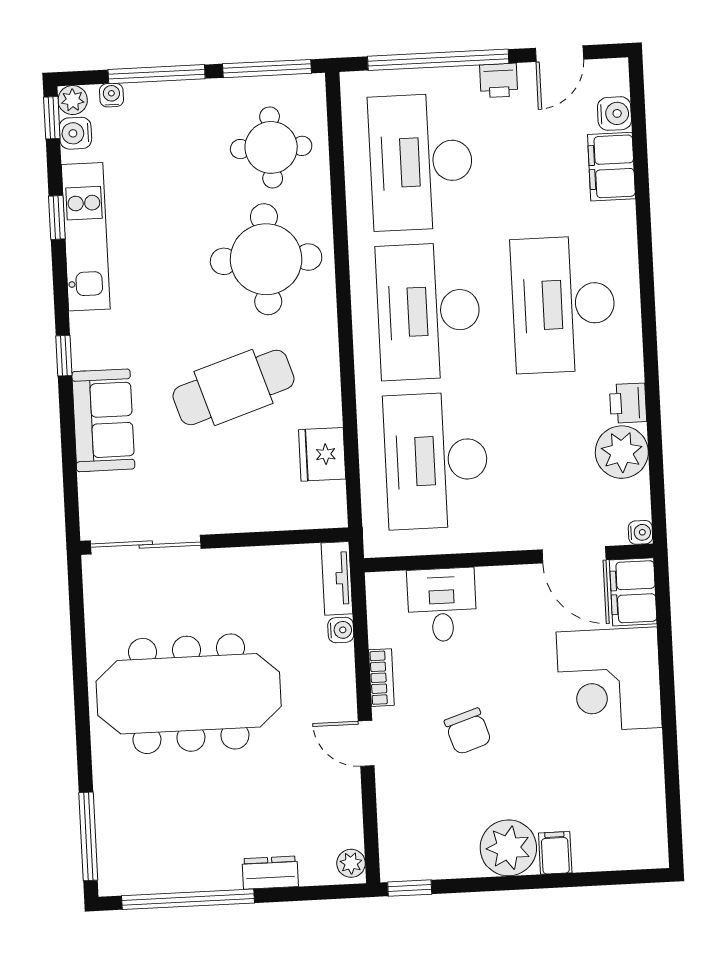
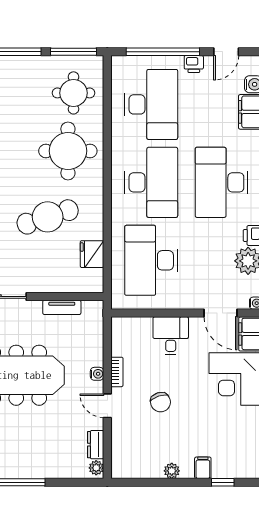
desk: (421, 162) -> (151, 104), turned 180
desk: (429, 311) -> (151, 182), turned 180
tv unit: (337, 578) -> (62, 307), moved, turned -90
desk: (442, 605) -> (171, 336), moved
water cooler: (341, 630) -> (97, 374), moved
plant: (508, 848) -> (172, 471), width x0.53, depth x0.53
dresser: (270, 873) -> (96, 445), moved, turned -90
window: (410, 888) -> (223, 482), moved

